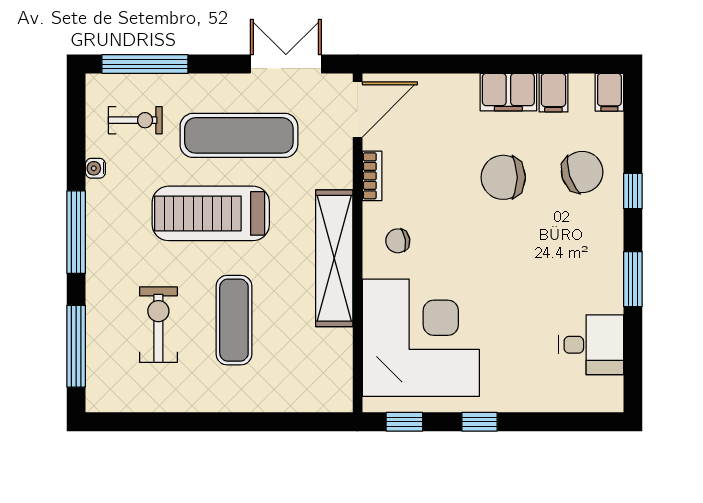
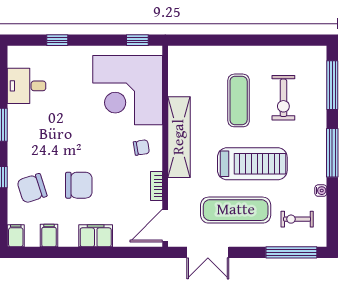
filing cabinet: (508, 92) -> (96, 236), moved
window: (479, 422) -> (57, 40), moved

